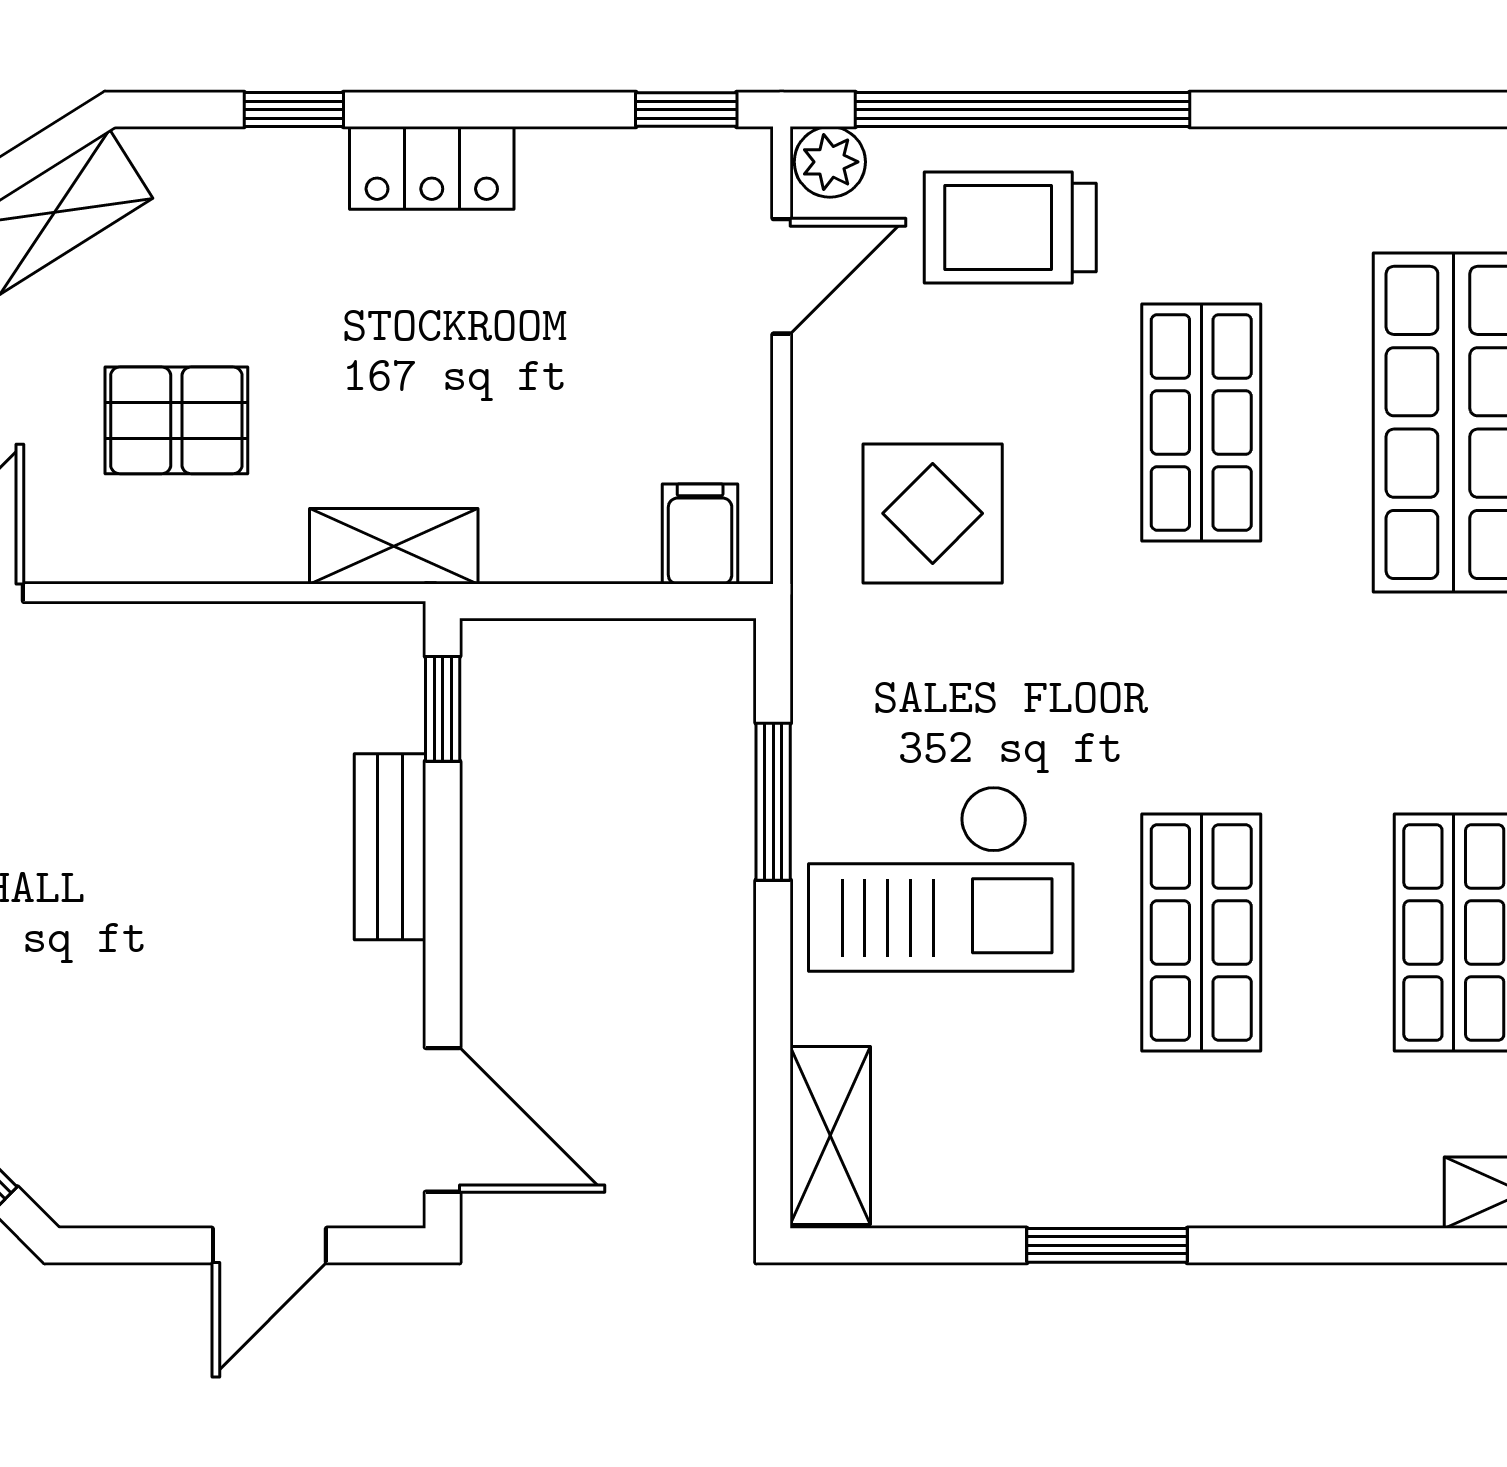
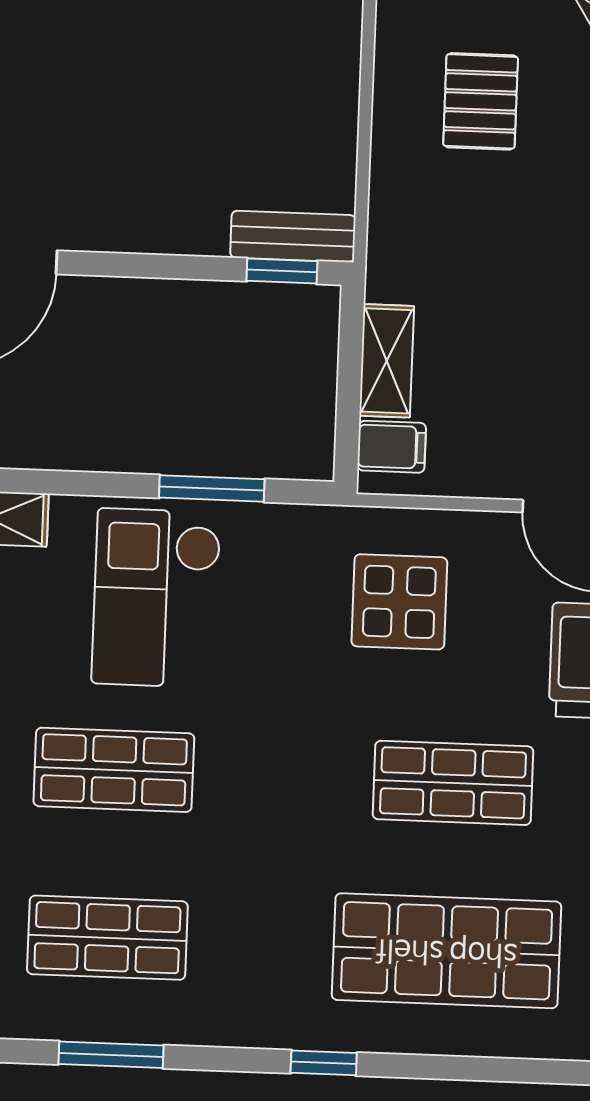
shelving: (394, 546) -> (387, 361), moved
bench: (390, 847) -> (293, 236), moved

